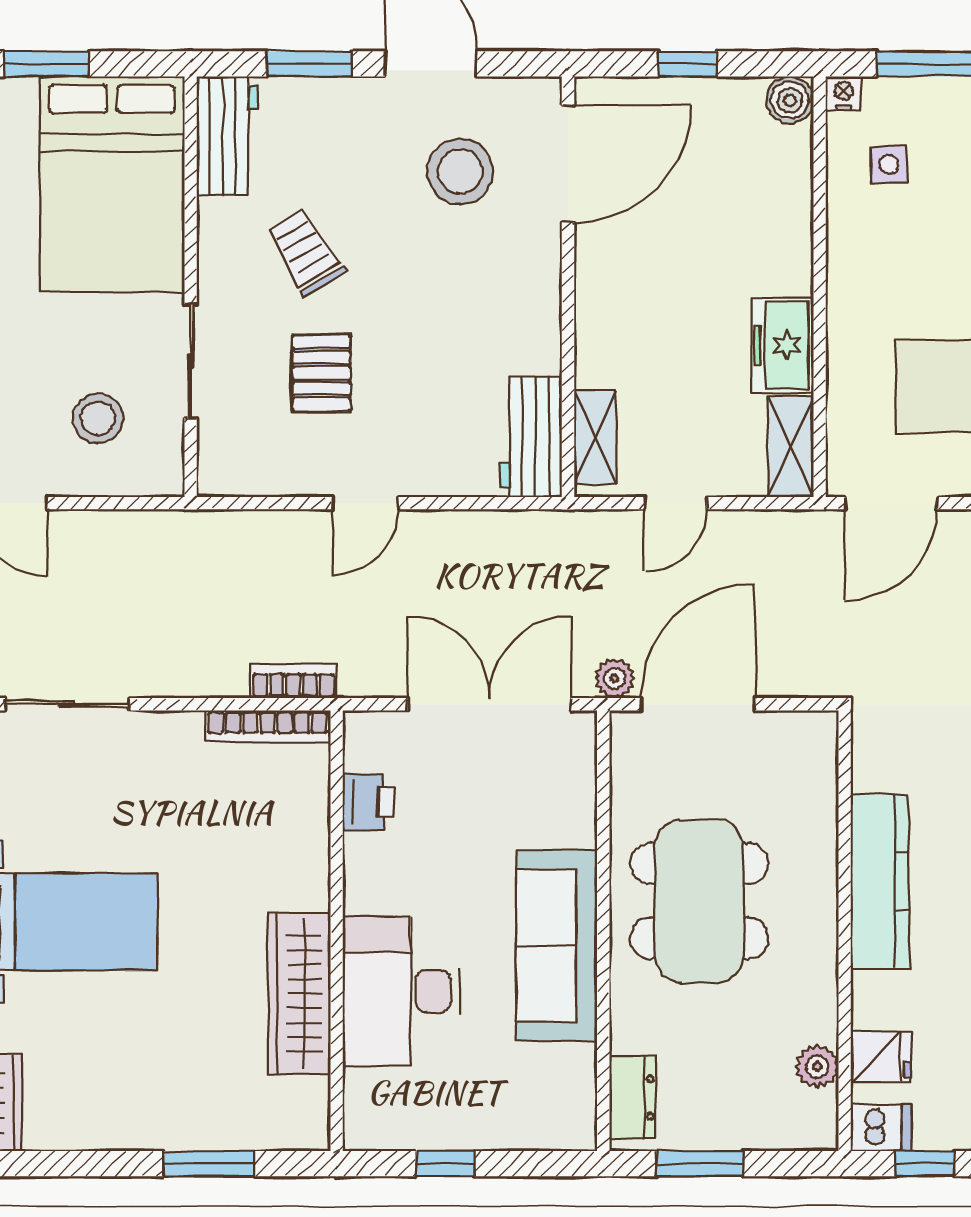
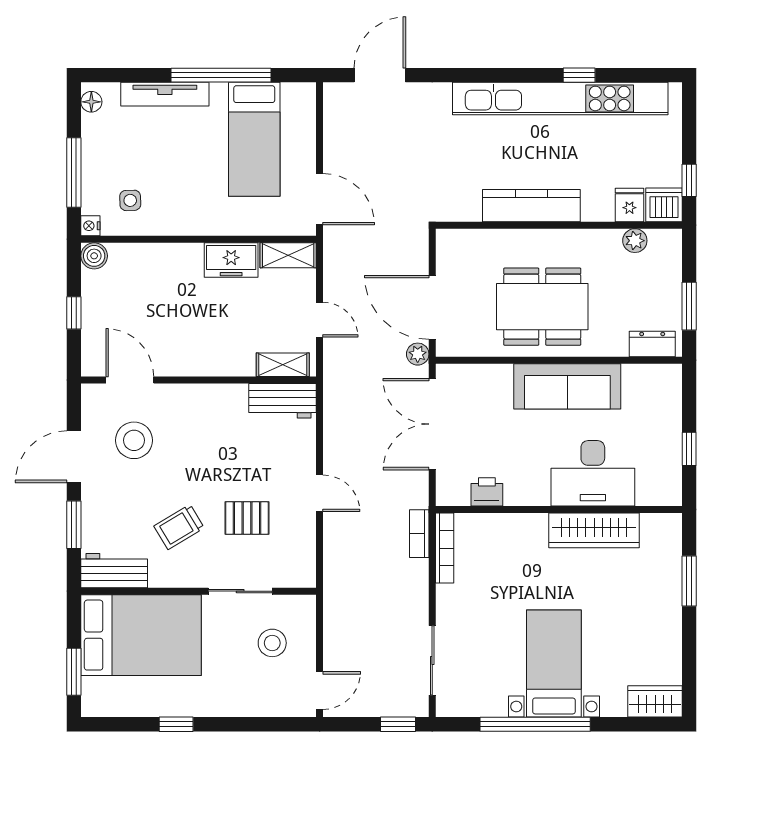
door: (568, 164) -> (130, 380), width x0.73
dishwasher: (881, 1127) -> (664, 205), width x1.38

